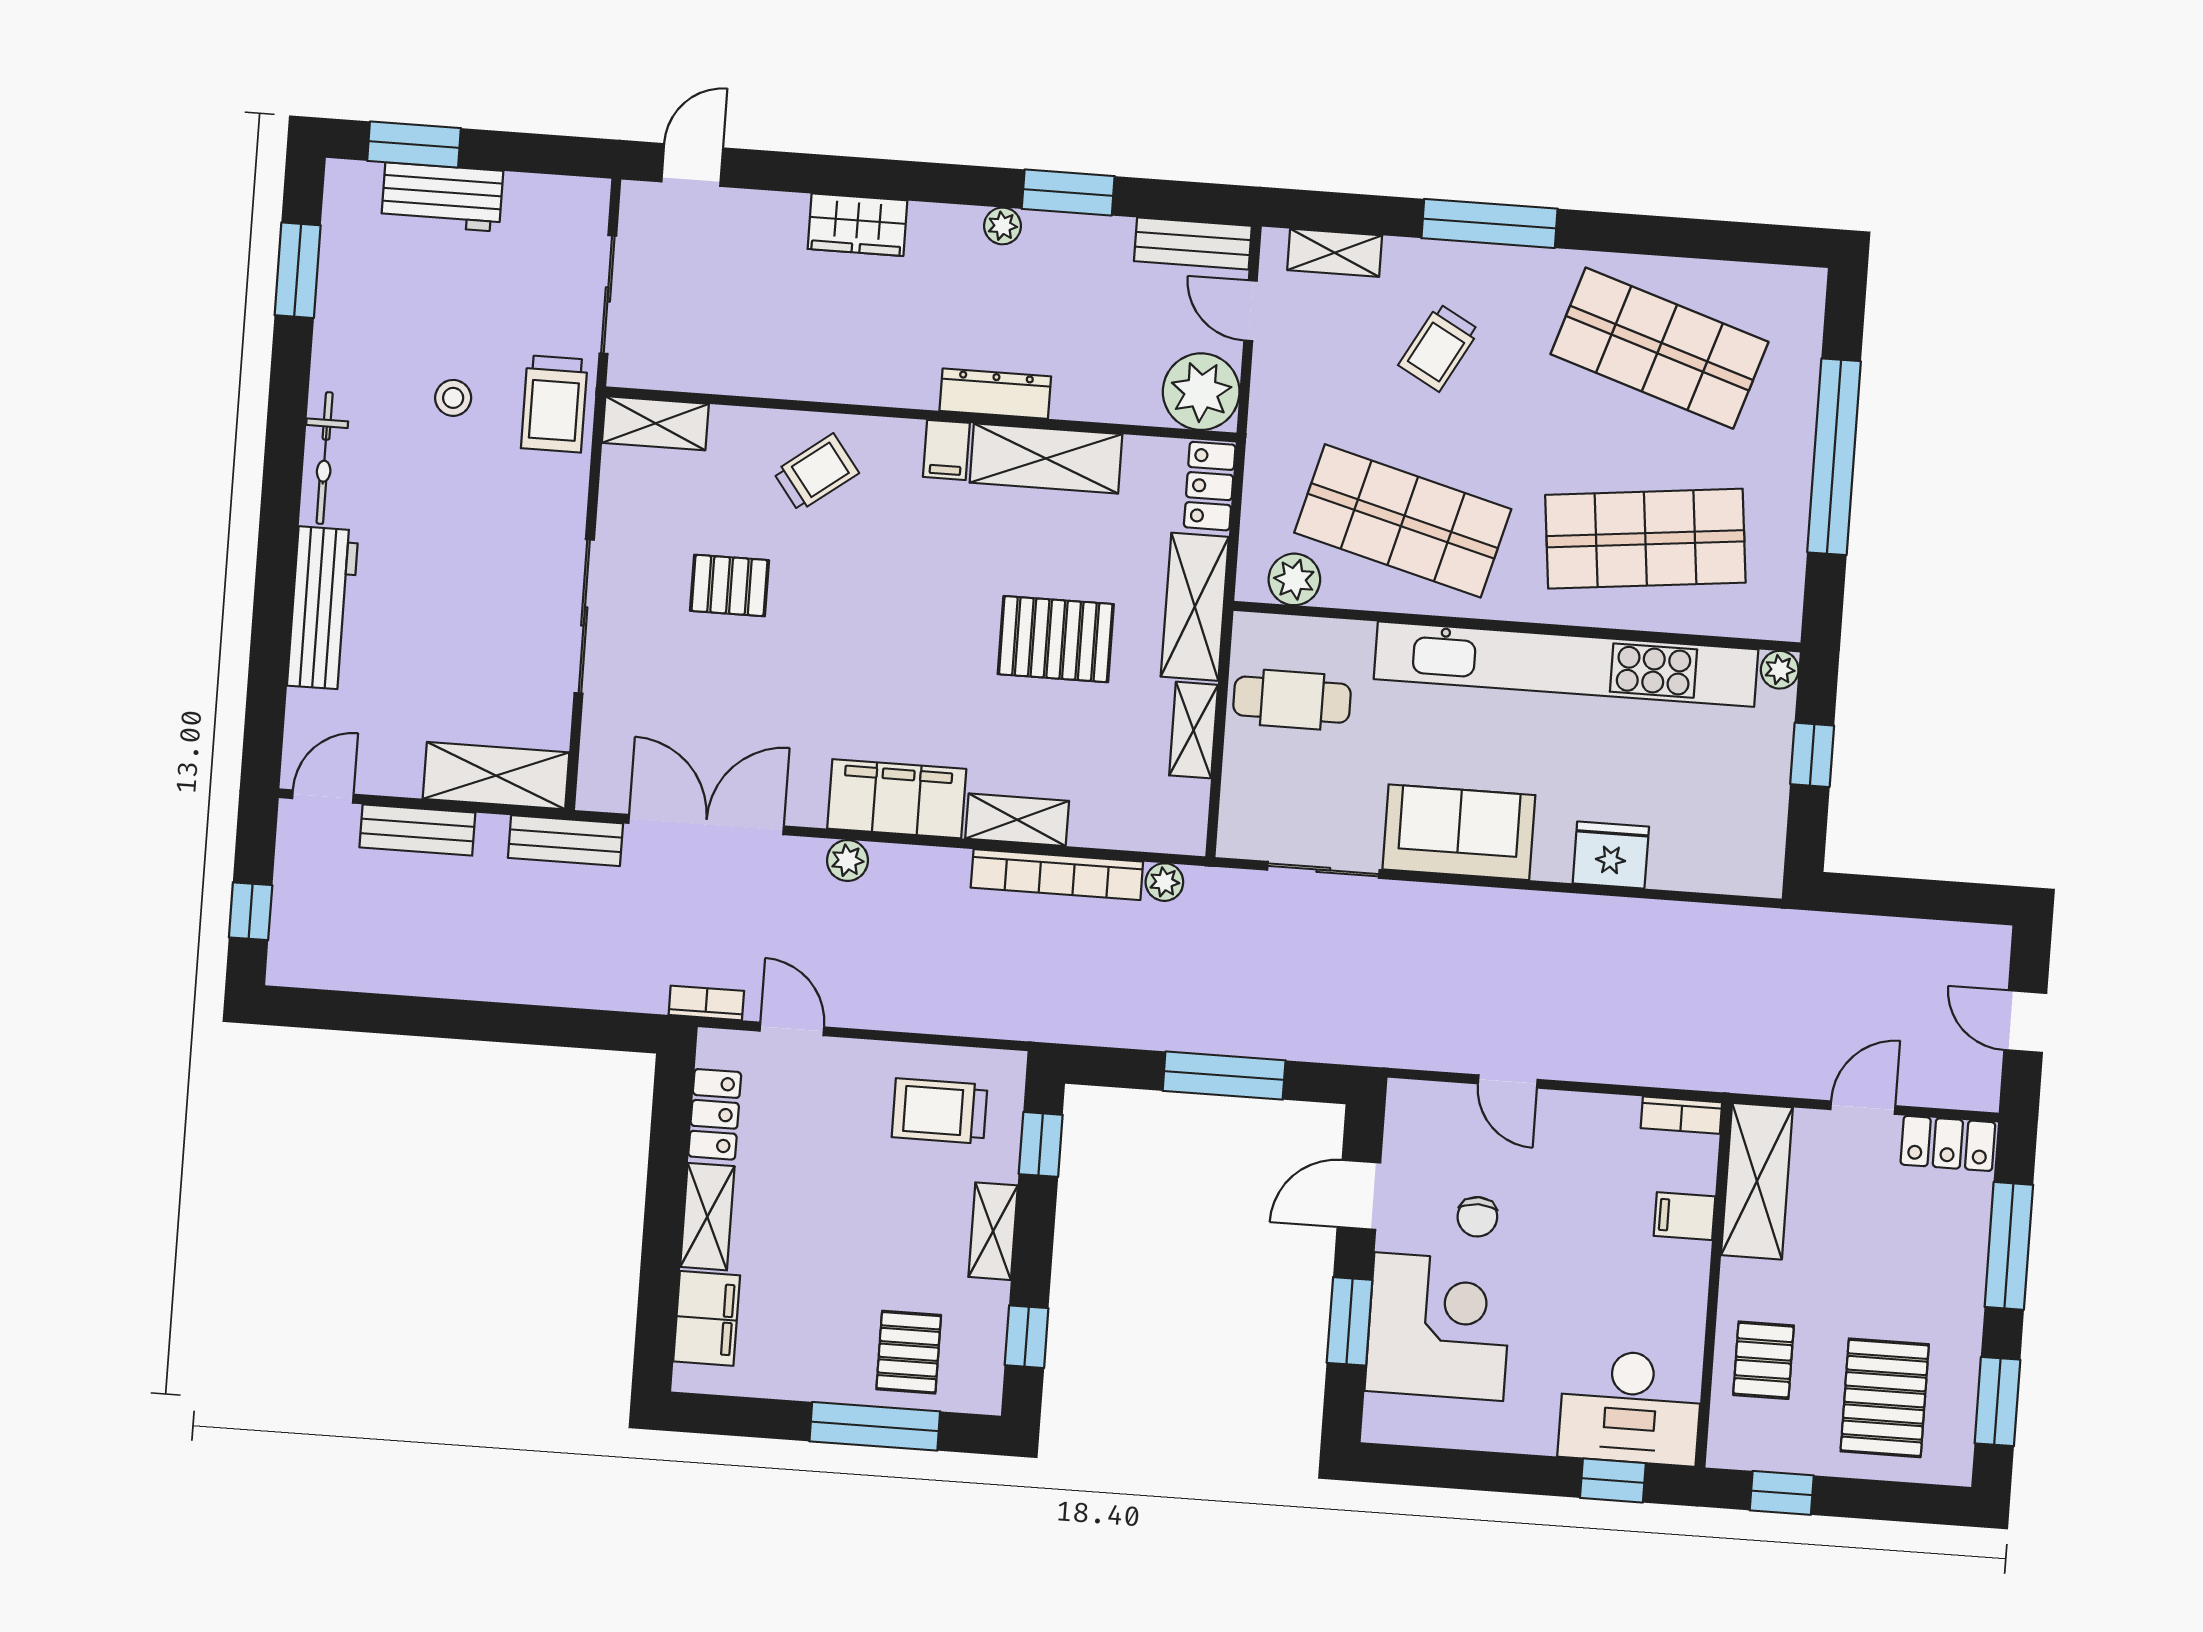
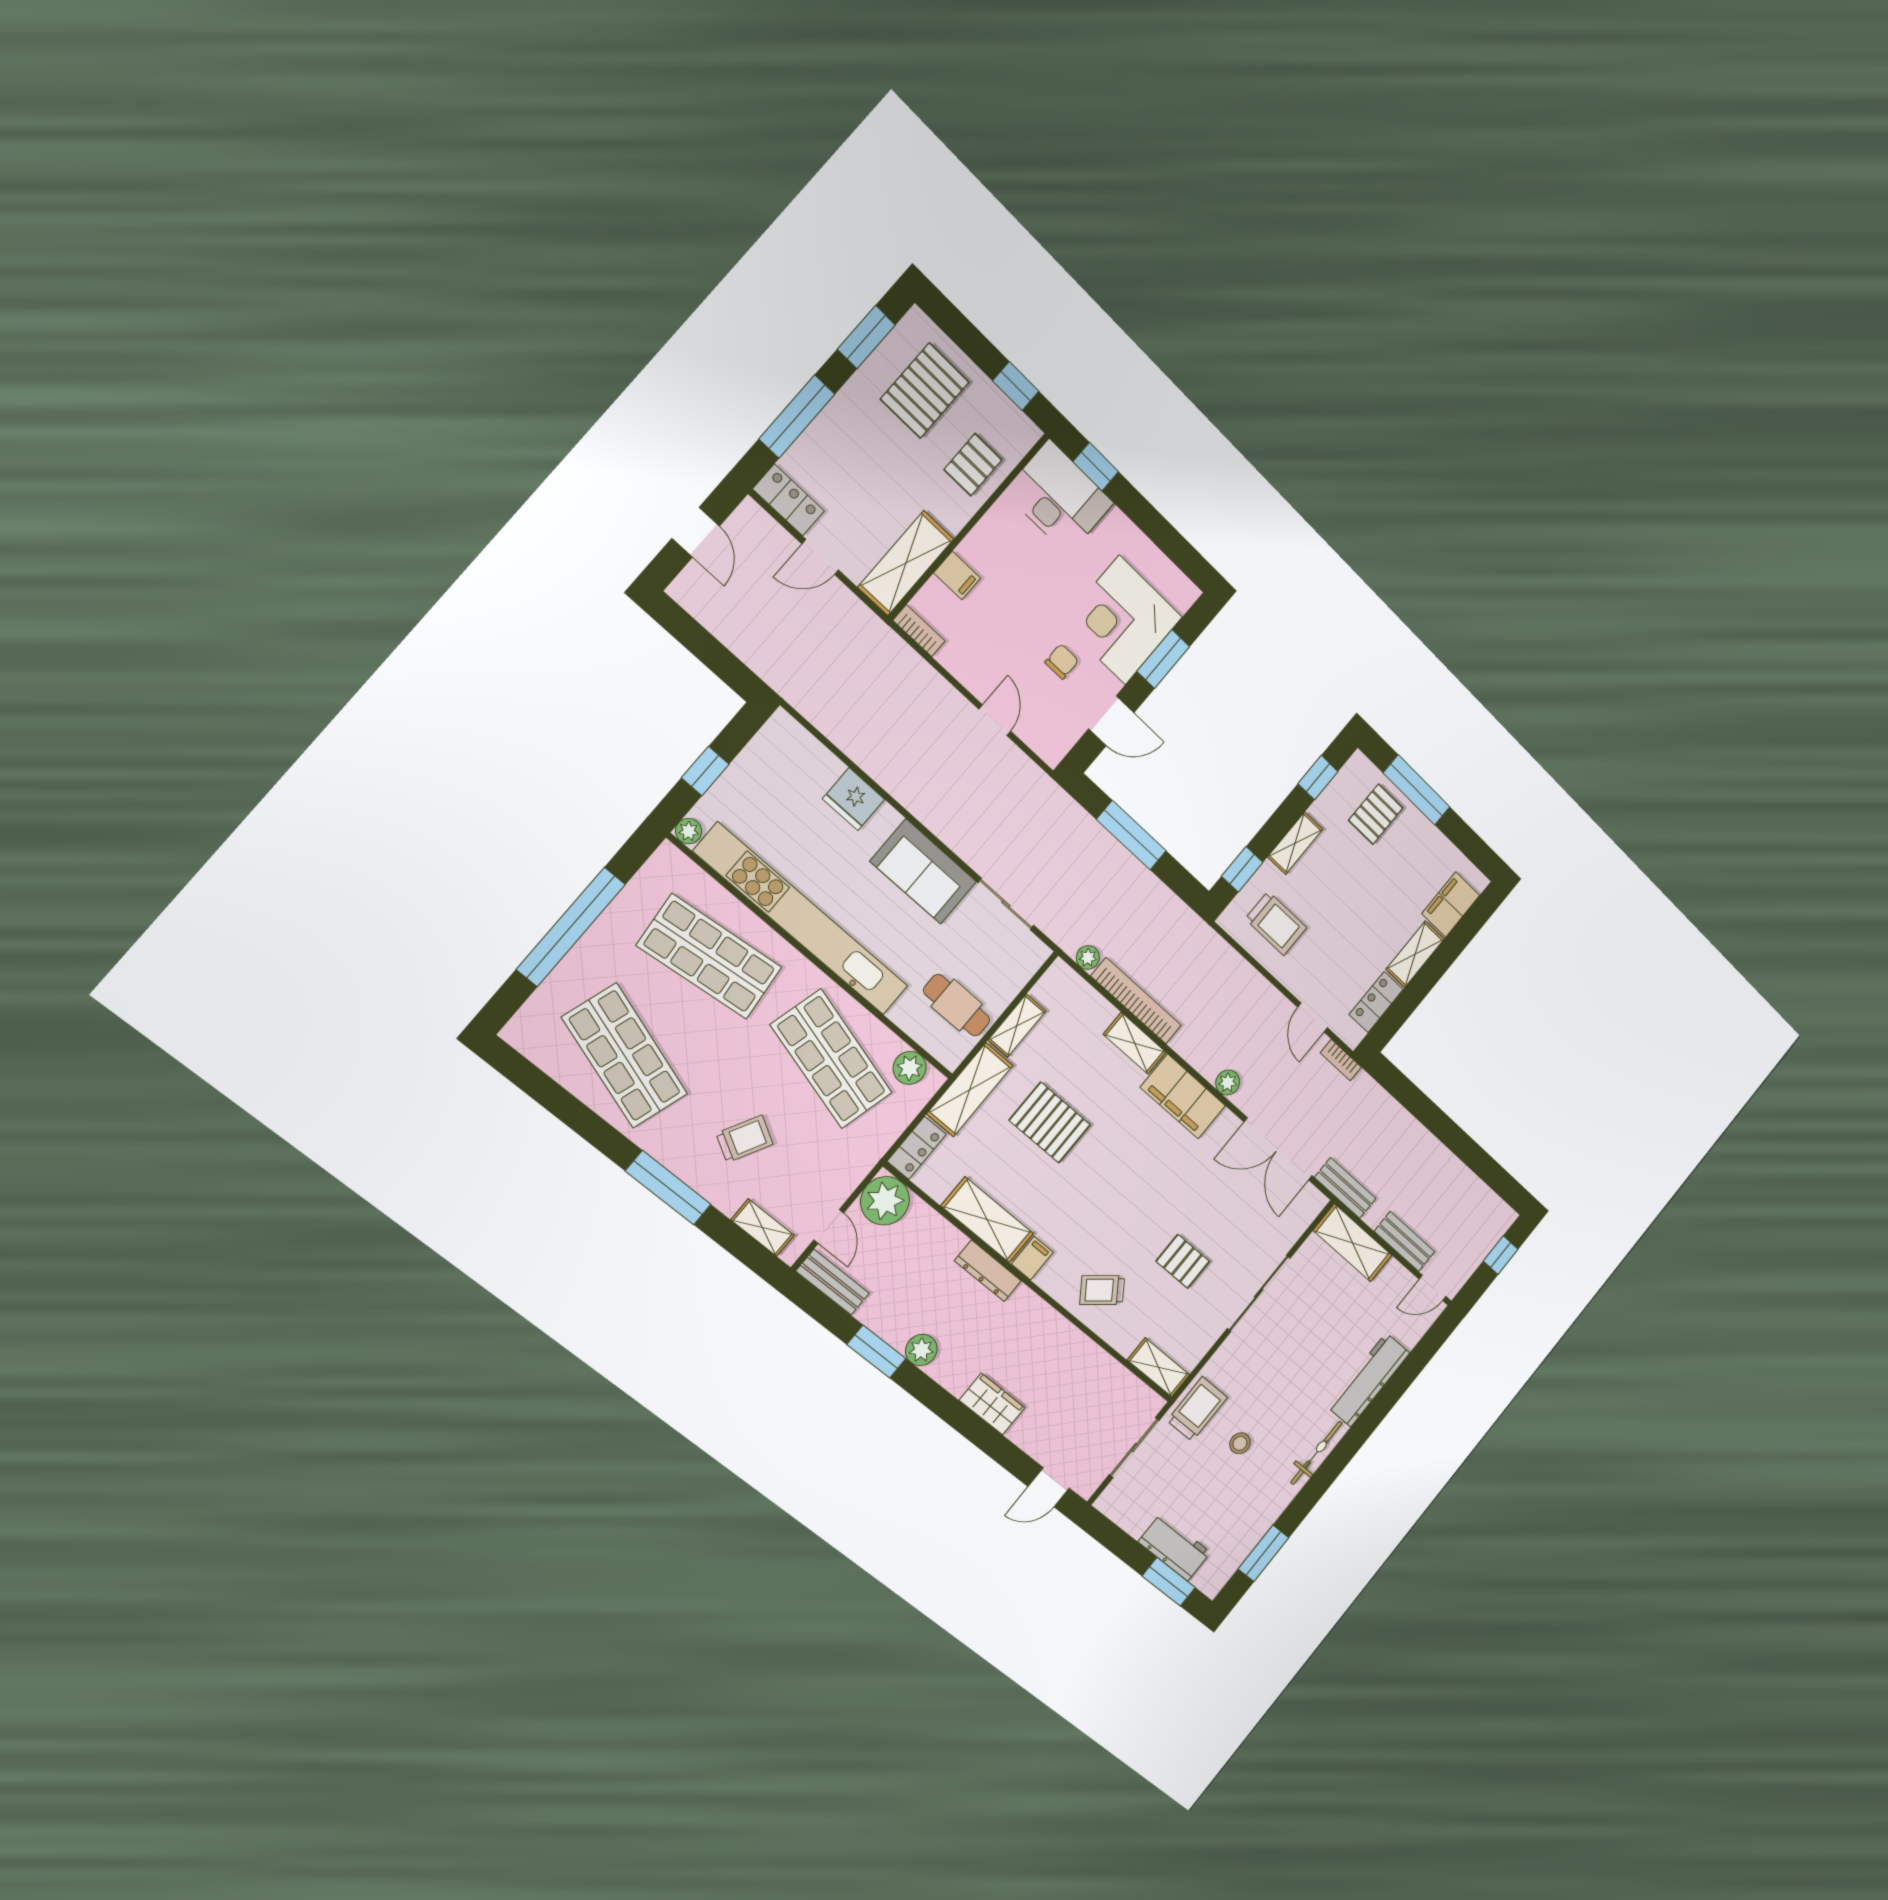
plant: (1002, 226) -> (921, 1350), width x1.38, depth x1.38

